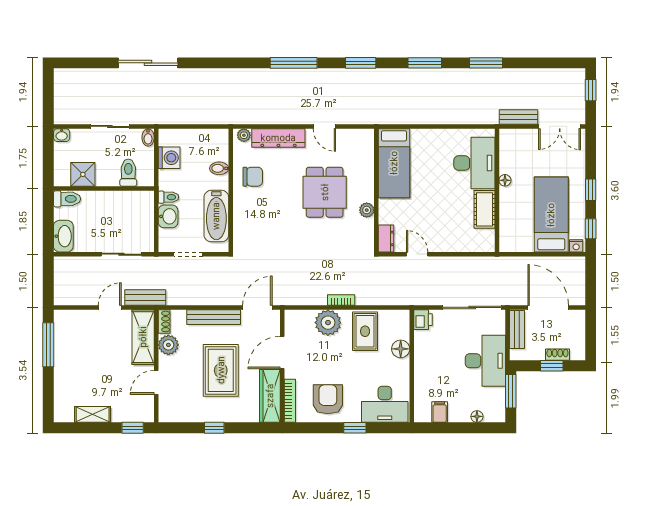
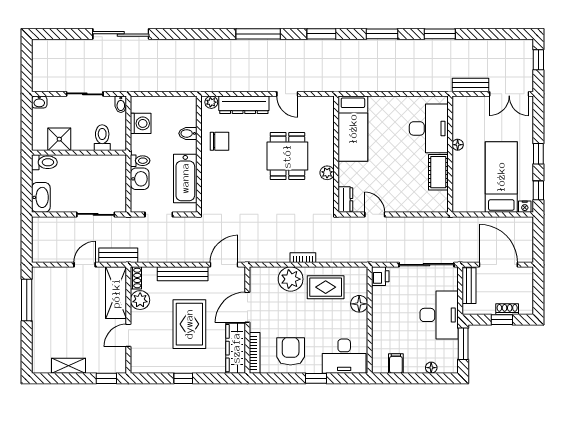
rug: (365, 331) -> (326, 287), turned 90

